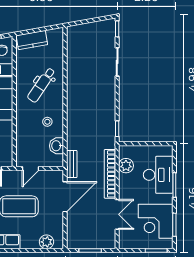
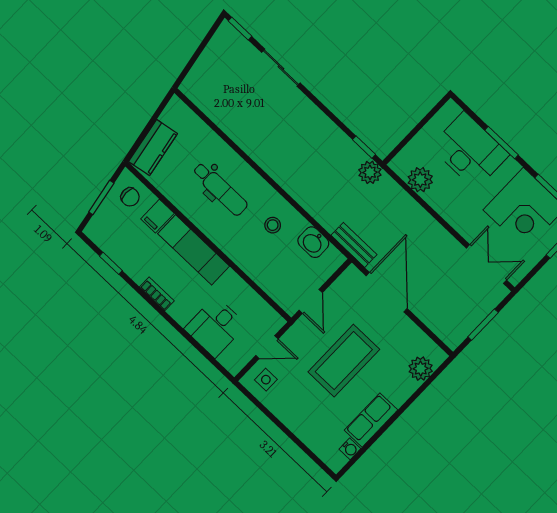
dental chair: (41, 85) -> (220, 189), turned -34
plant: (109, 142) -> (370, 172), added
bookcase: (110, 174) -> (411, 209), removed
double door: (117, 214) -> (487, 264), moved

